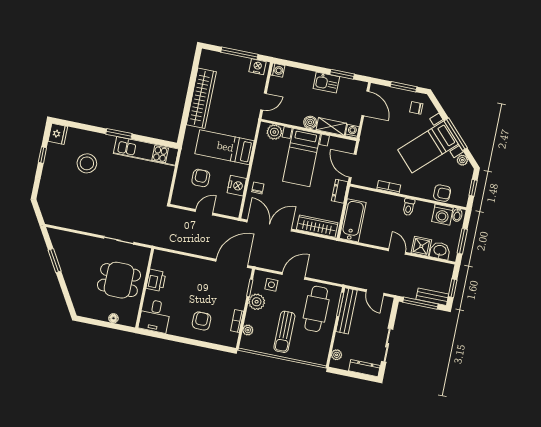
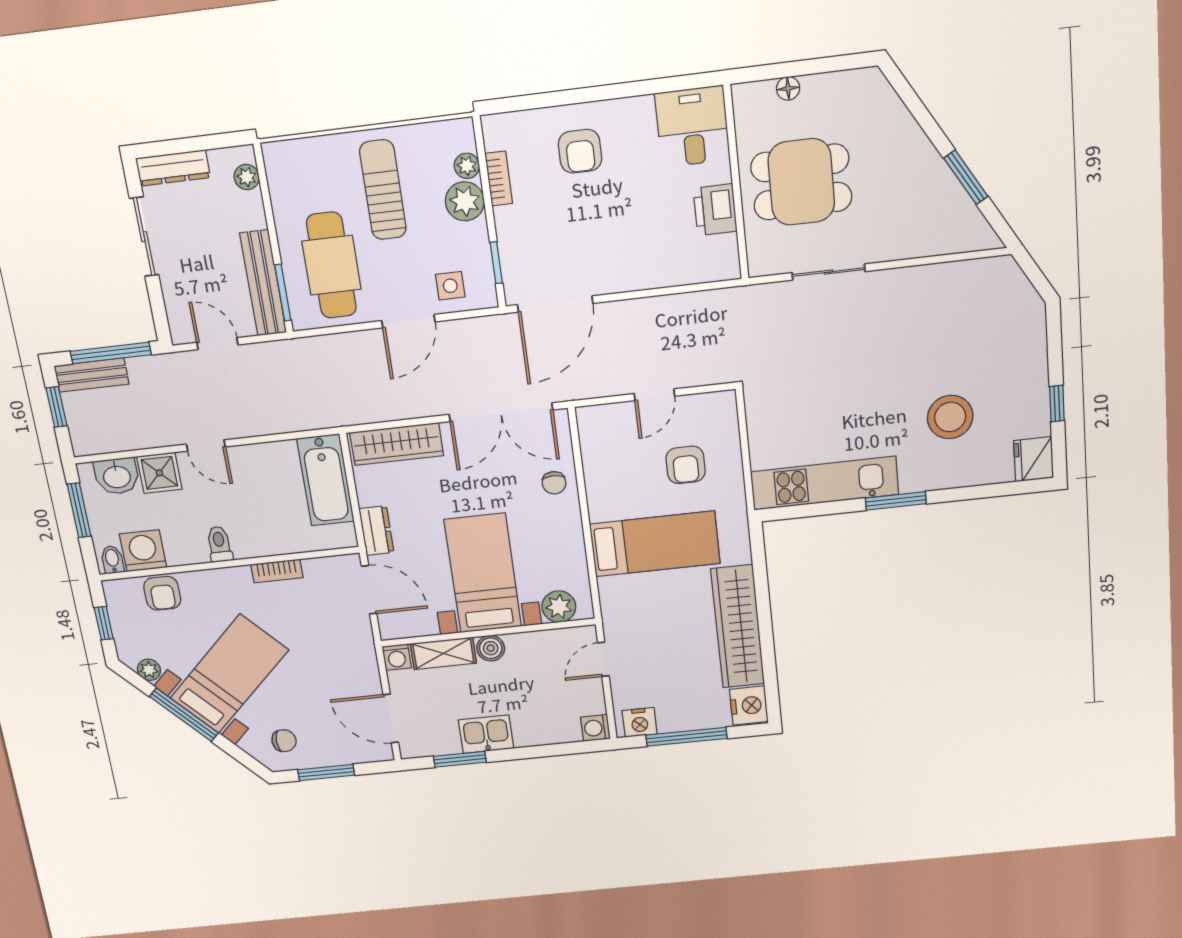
nightstand: (237, 186) -> (749, 705), moved, turned 180
armchair: (442, 193) -> (162, 593), turned -90
plant: (257, 302) -> (465, 201), moved

